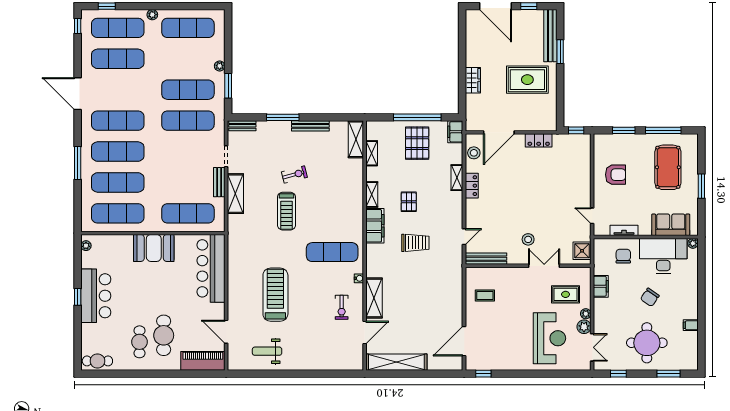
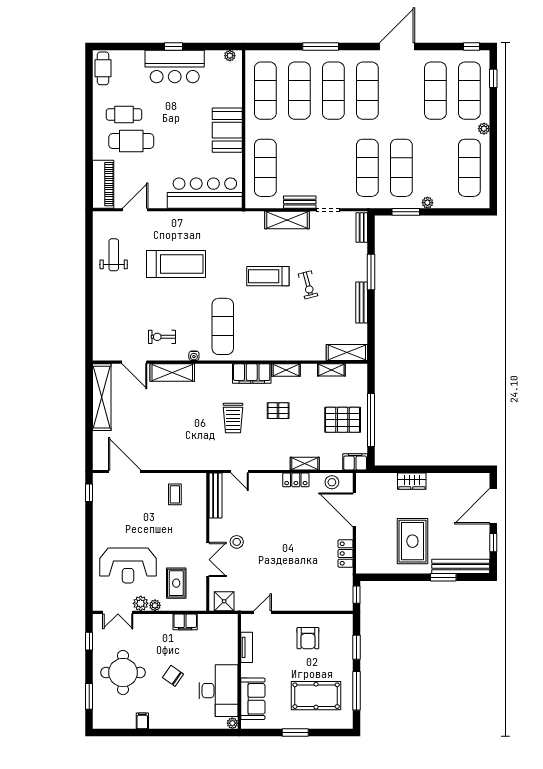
chair: (623, 256) -> (218, 647), removed

